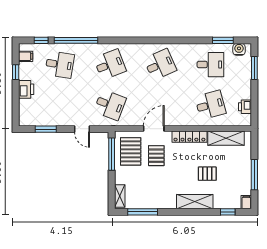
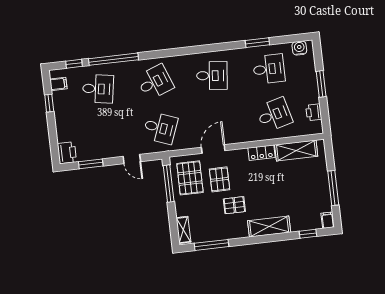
window: (223, 40) -> (257, 43), moved
desk: (160, 65) -> (212, 76), turned 30
window: (254, 68) -> (321, 84), moved
printer: (26, 89) -> (67, 153), moved
locker: (189, 137) -> (261, 153), width x0.66
pallet: (207, 174) -> (234, 205), moved

